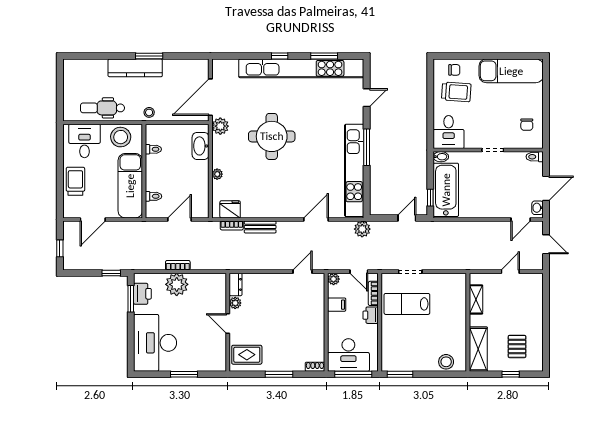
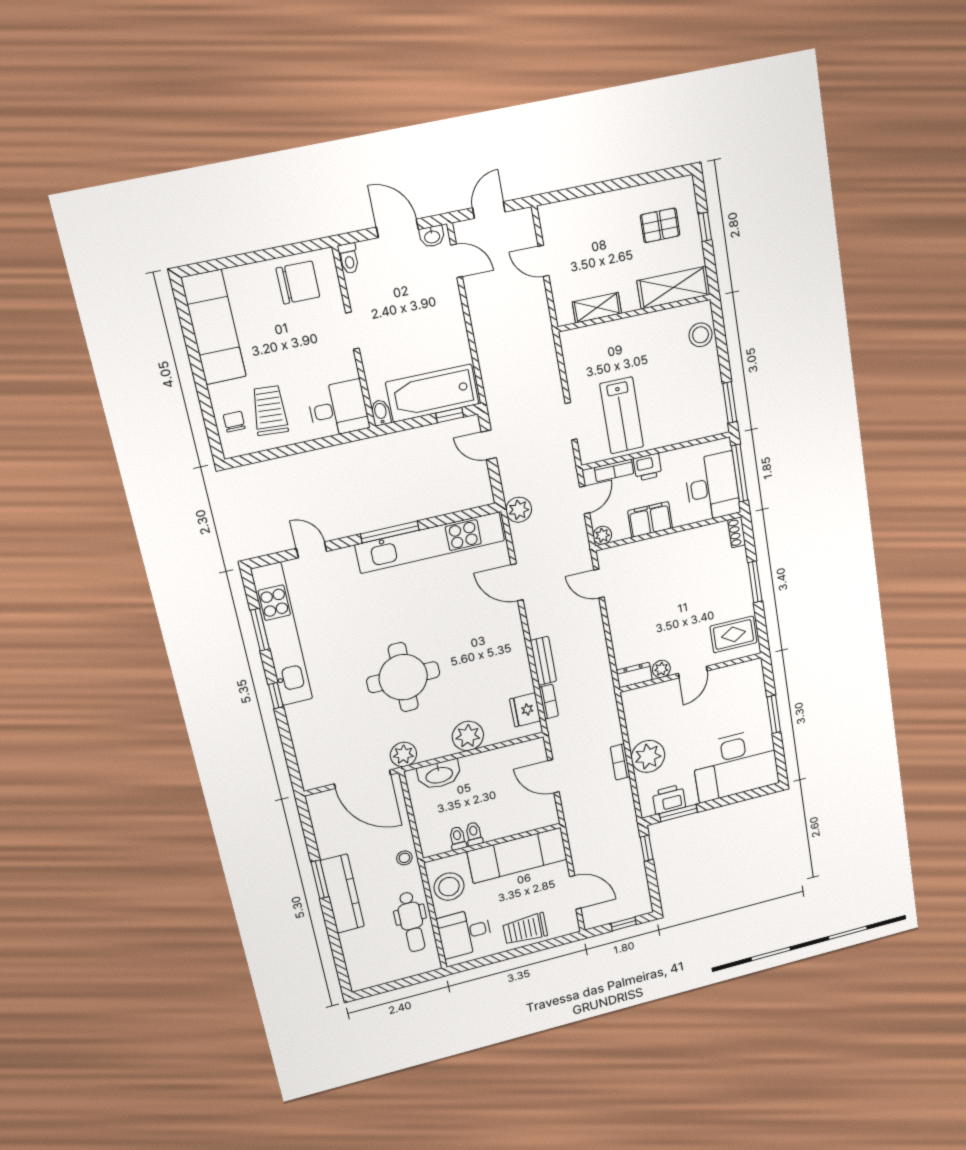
kitchen unit: (301, 68) -> (282, 634), width x0.73
chair: (527, 125) -> (298, 283), width x1.87, depth x1.87
plant: (217, 174) -> (468, 736), width x1.87, depth x1.87
toilet: (153, 196) -> (474, 834), moved
filing cabinet: (337, 305) -> (650, 519), width x2.00
rug: (247, 355) -> (733, 634), turned 90

